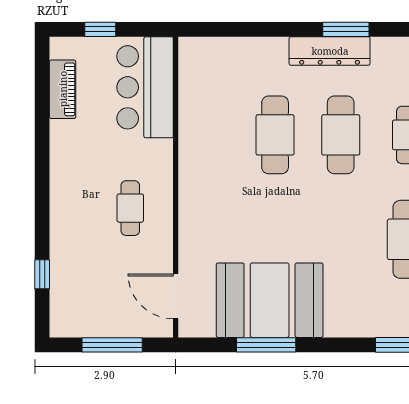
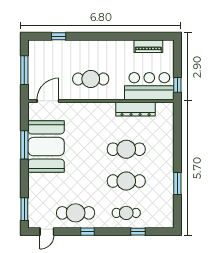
window: (100, 29) -> (177, 85), moved
dresser: (330, 51) -> (136, 109), moved, turned -90
cafe table: (130, 208) -> (91, 79), width x1.37, depth x1.35

